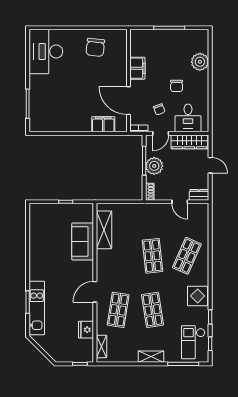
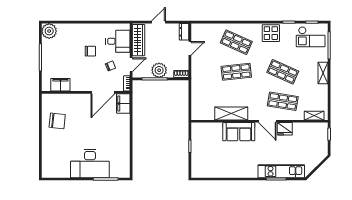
desk: (46, 52) -> (90, 163), moved
plant: (200, 62) -> (49, 31), moved
filing cabinet: (137, 68) -> (60, 85), moved
filing cabinet: (103, 124) -> (123, 103), moved
door: (161, 133) -> (131, 65), hinge flipped
shelving: (104, 230) -> (231, 113), moved
sofa: (83, 241) -> (239, 132), moved
shop shelf: (153, 310) -> (283, 72), turned 33
fridge: (86, 330) -> (285, 129), moved

